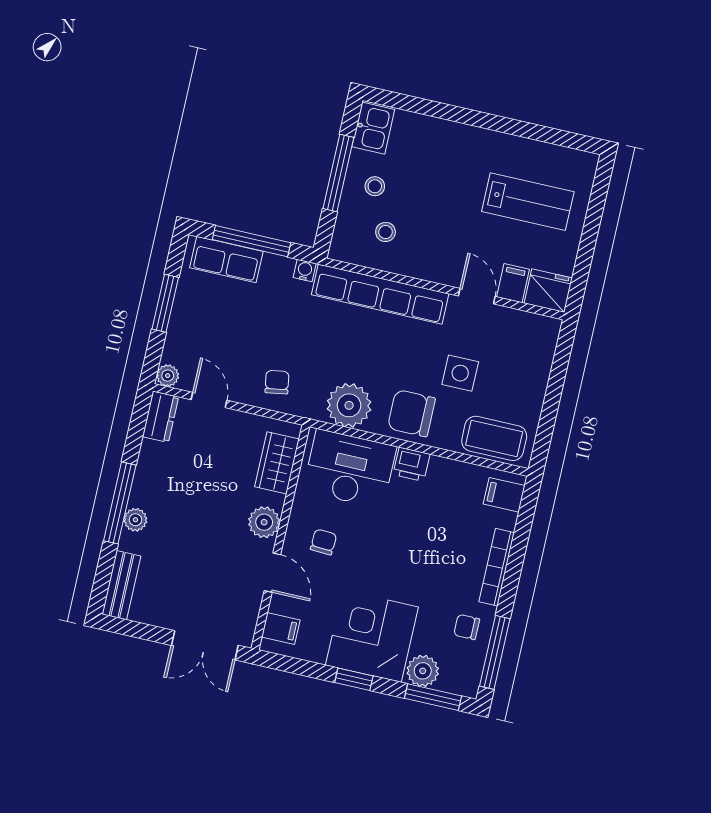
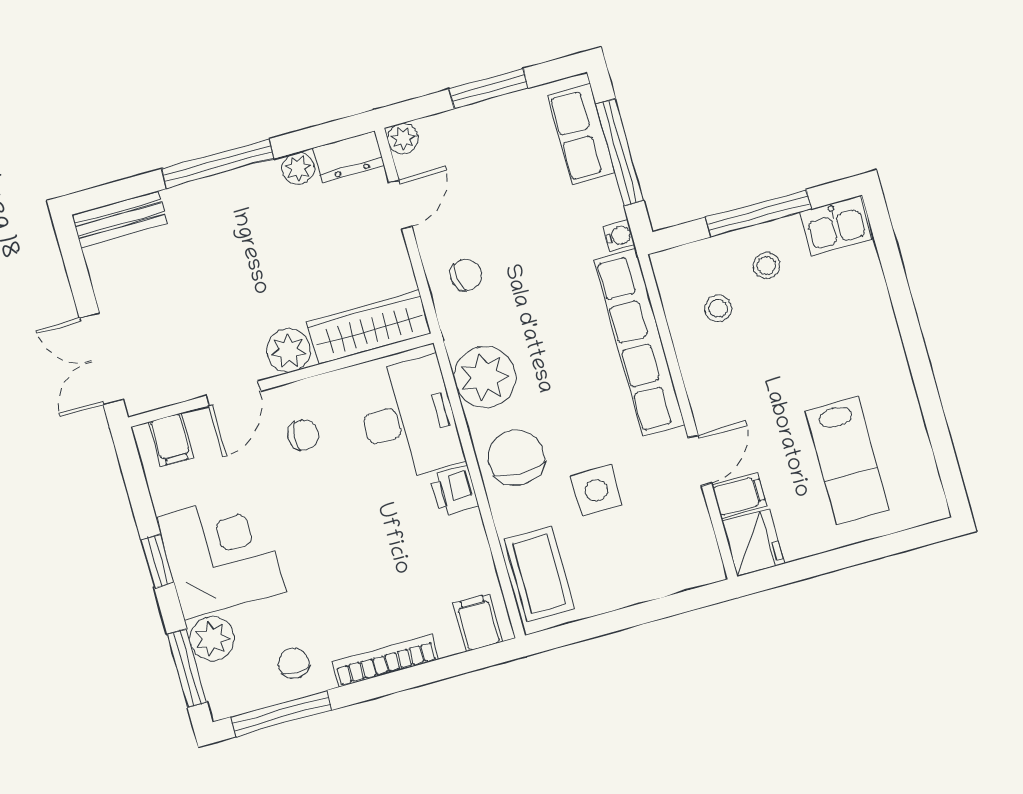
wardrobe: (277, 463) -> (369, 327), width x1.50
plant: (135, 520) -> (298, 168), moved

